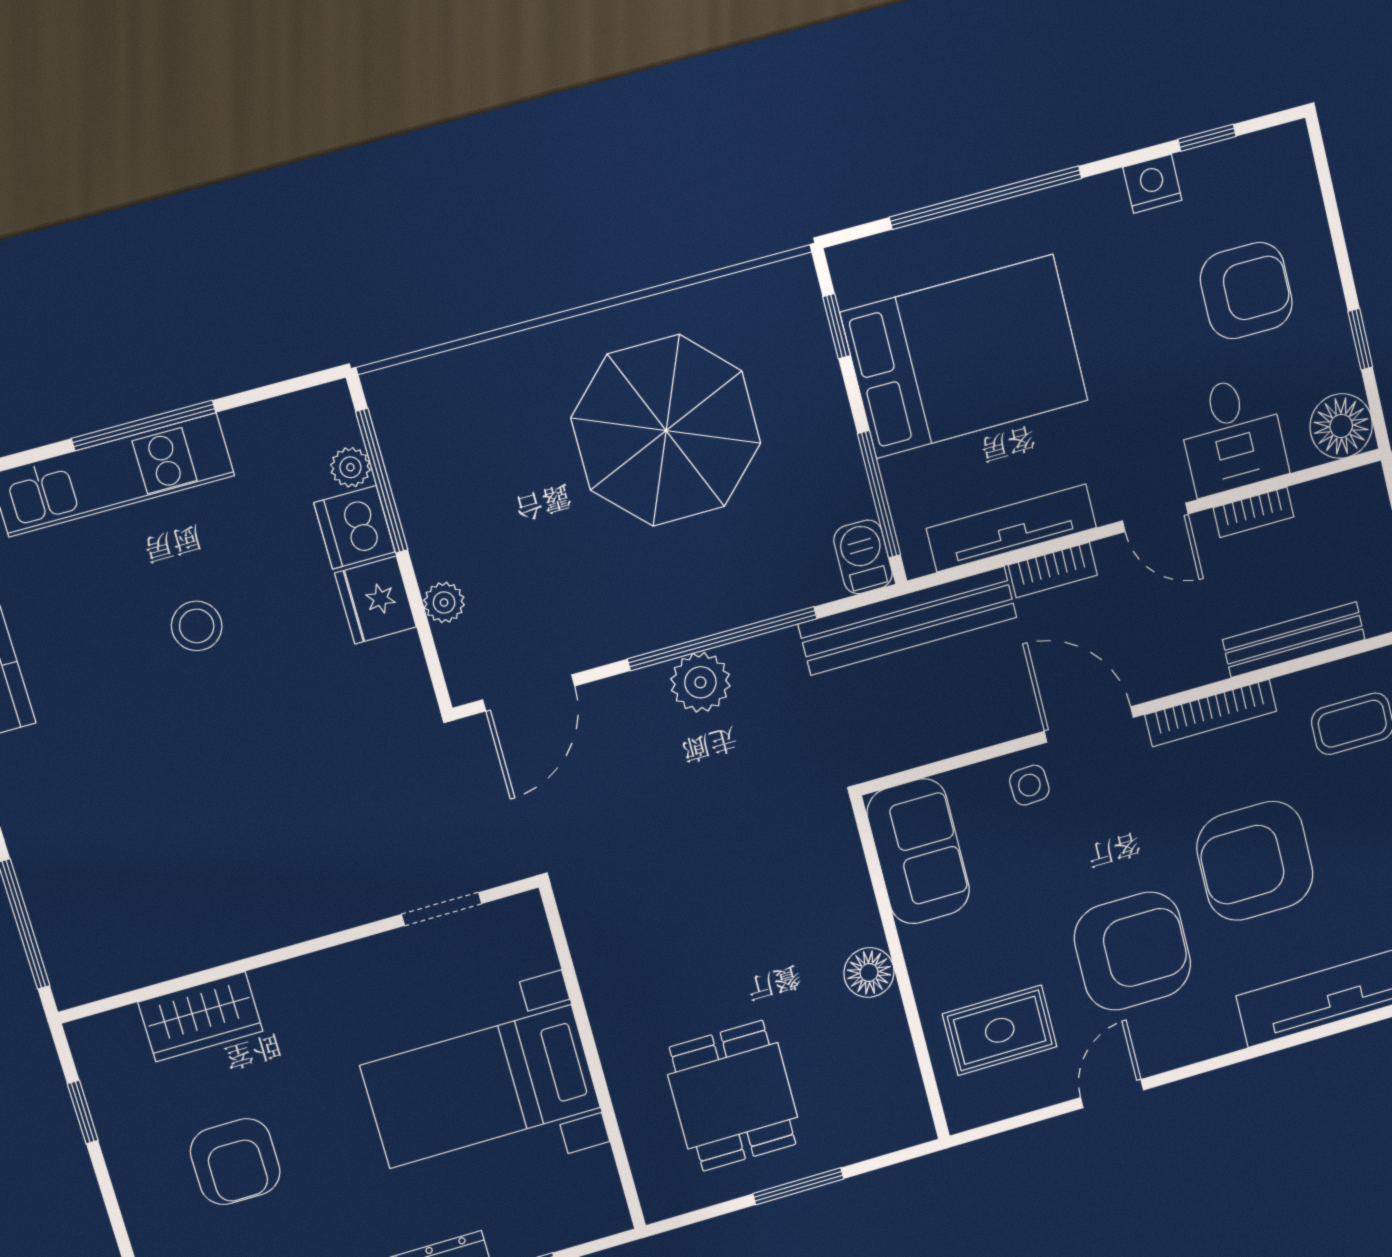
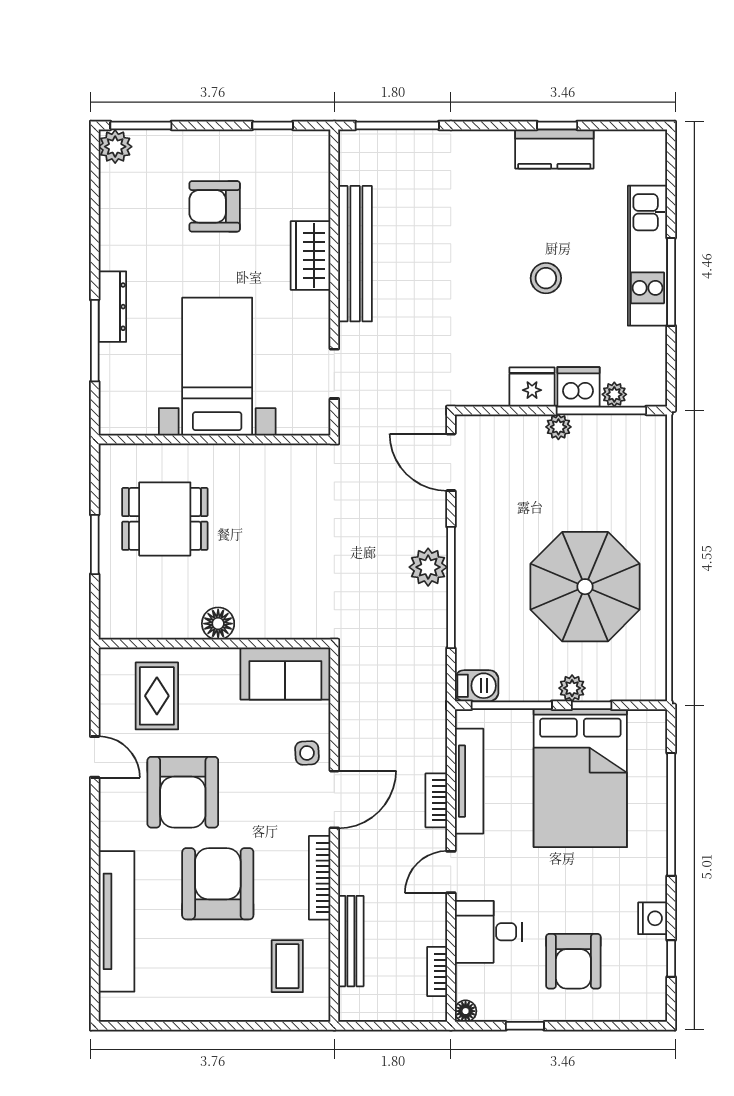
window: (837, 326) -> (592, 705), moved
plant: (829, 408) -> (572, 688), added
floor lamp: (1341, 426) -> (466, 1011), width x0.53, depth x0.53
bookcase: (1253, 512) -> (437, 971), moved
plant: (444, 602) -> (558, 427), moved
bench: (908, 621) -> (355, 254), moved
wardrobe: (200, 1017) -> (311, 256), moved

